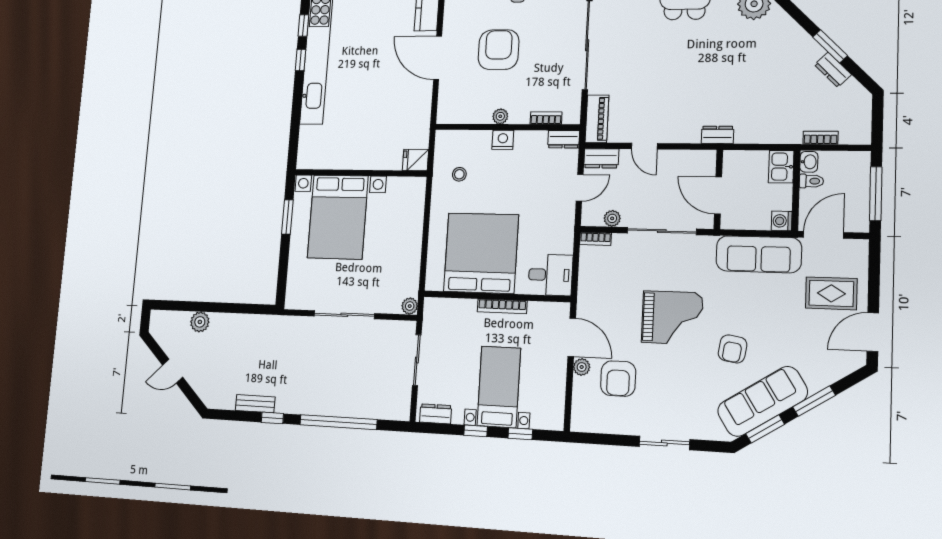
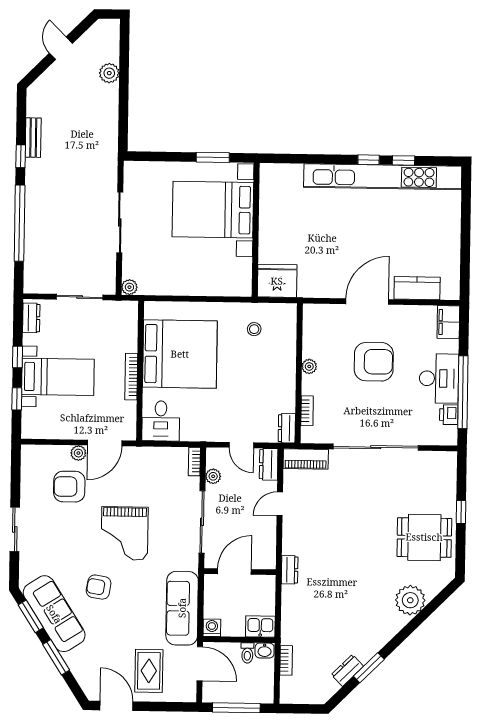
nightstand: (503, 140) -> (287, 370), removed
fridge: (415, 160) -> (277, 281), width x1.88, depth x1.34

